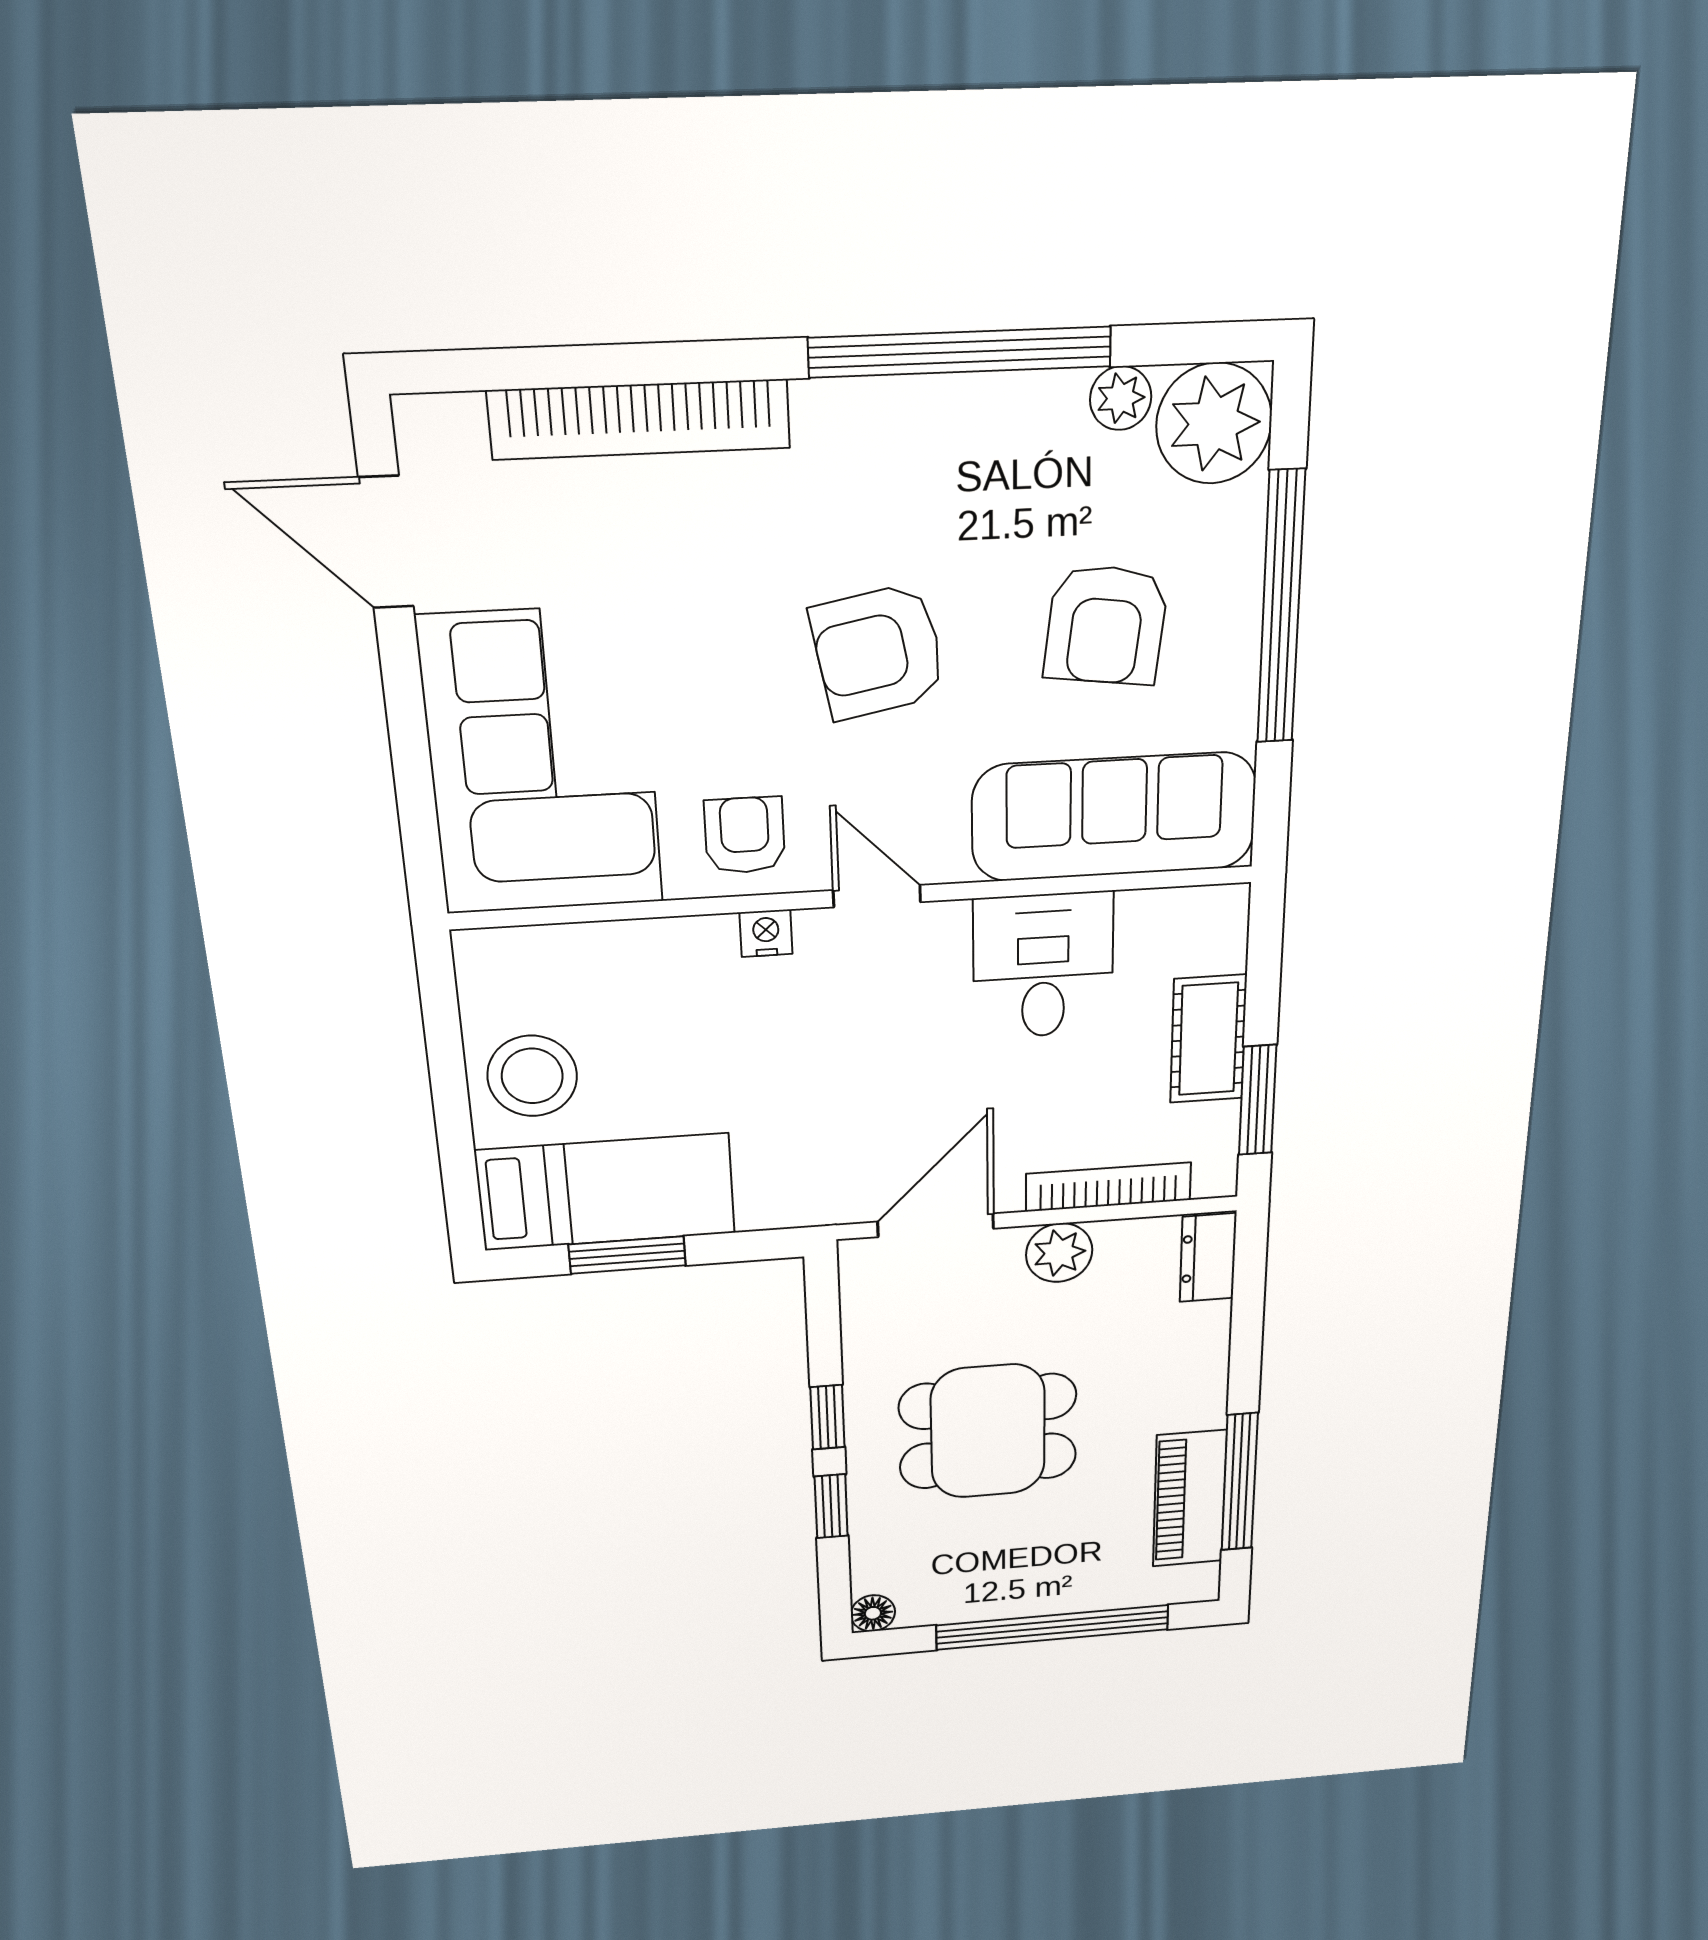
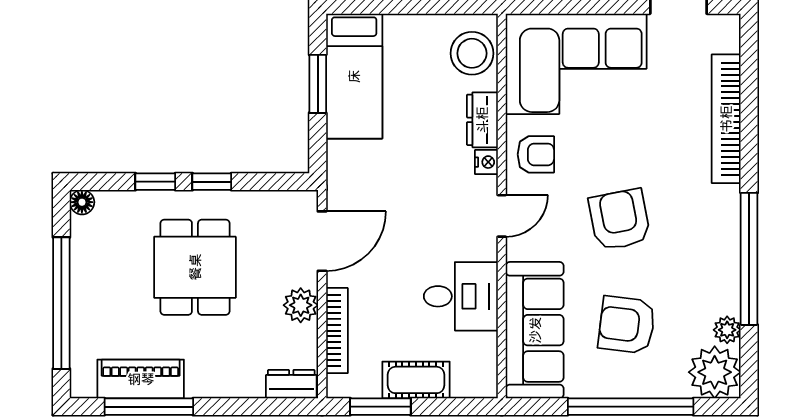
dresser: (678, 946) -> (482, 120), added
stool: (532, 1076) -> (472, 53), moved
door: (936, 1225) -> (322, 241), hinge flipped

